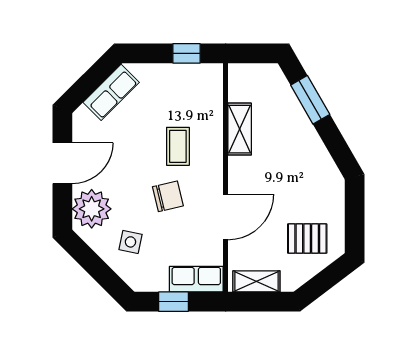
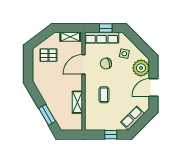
window: (186, 53) -> (111, 135), moved
chair: (168, 196) -> (106, 64), moved
row of seats: (196, 279) -> (102, 38), width x1.48

